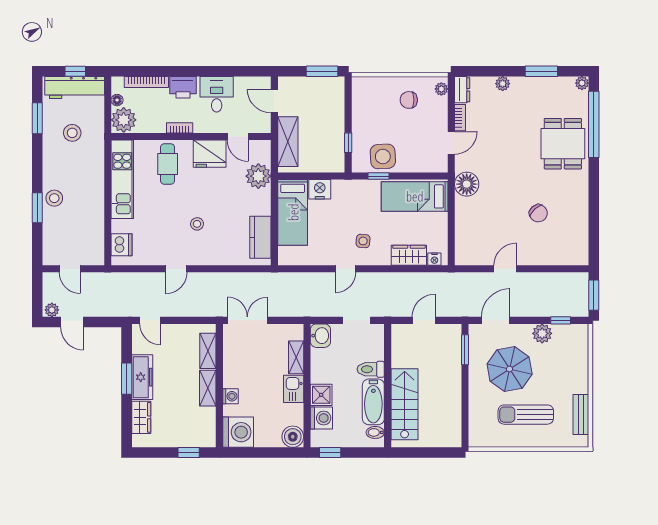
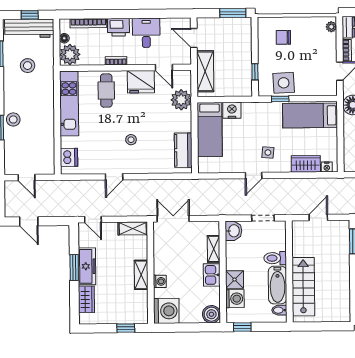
chair: (409, 100) -> (283, 37), moved
plant: (52, 310) -> (12, 212), removed
shelving: (208, 351) -> (133, 228), moved, turned 90

